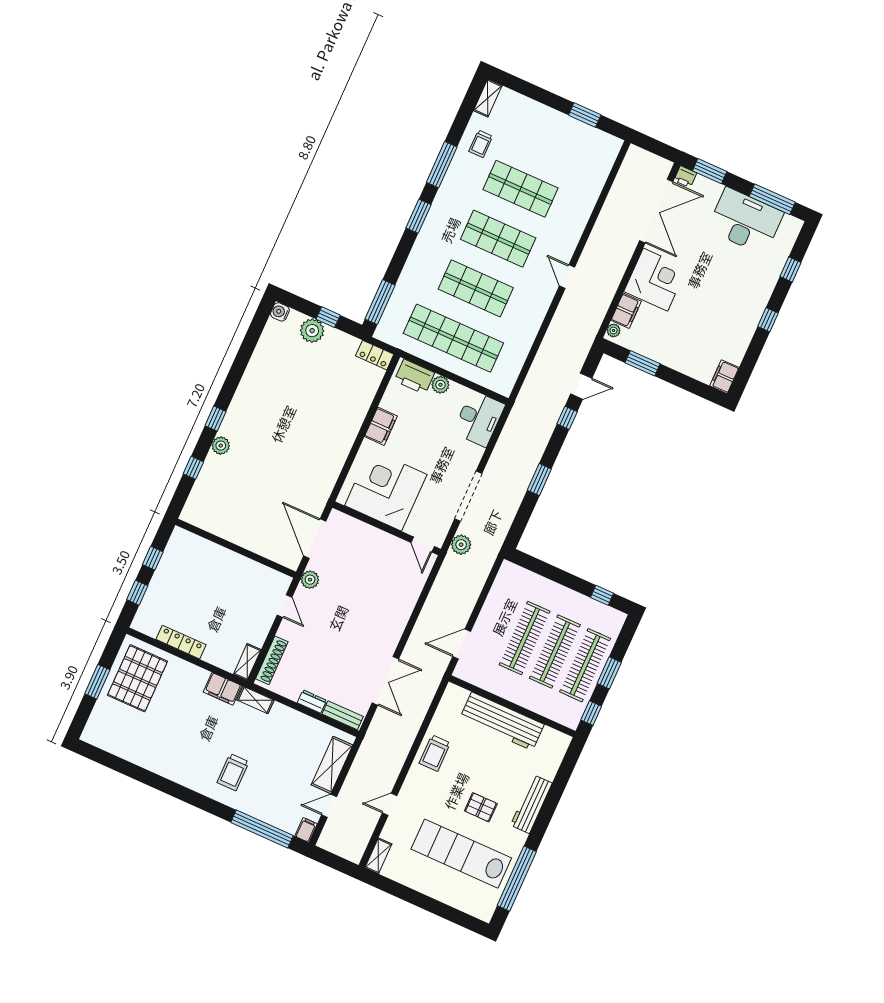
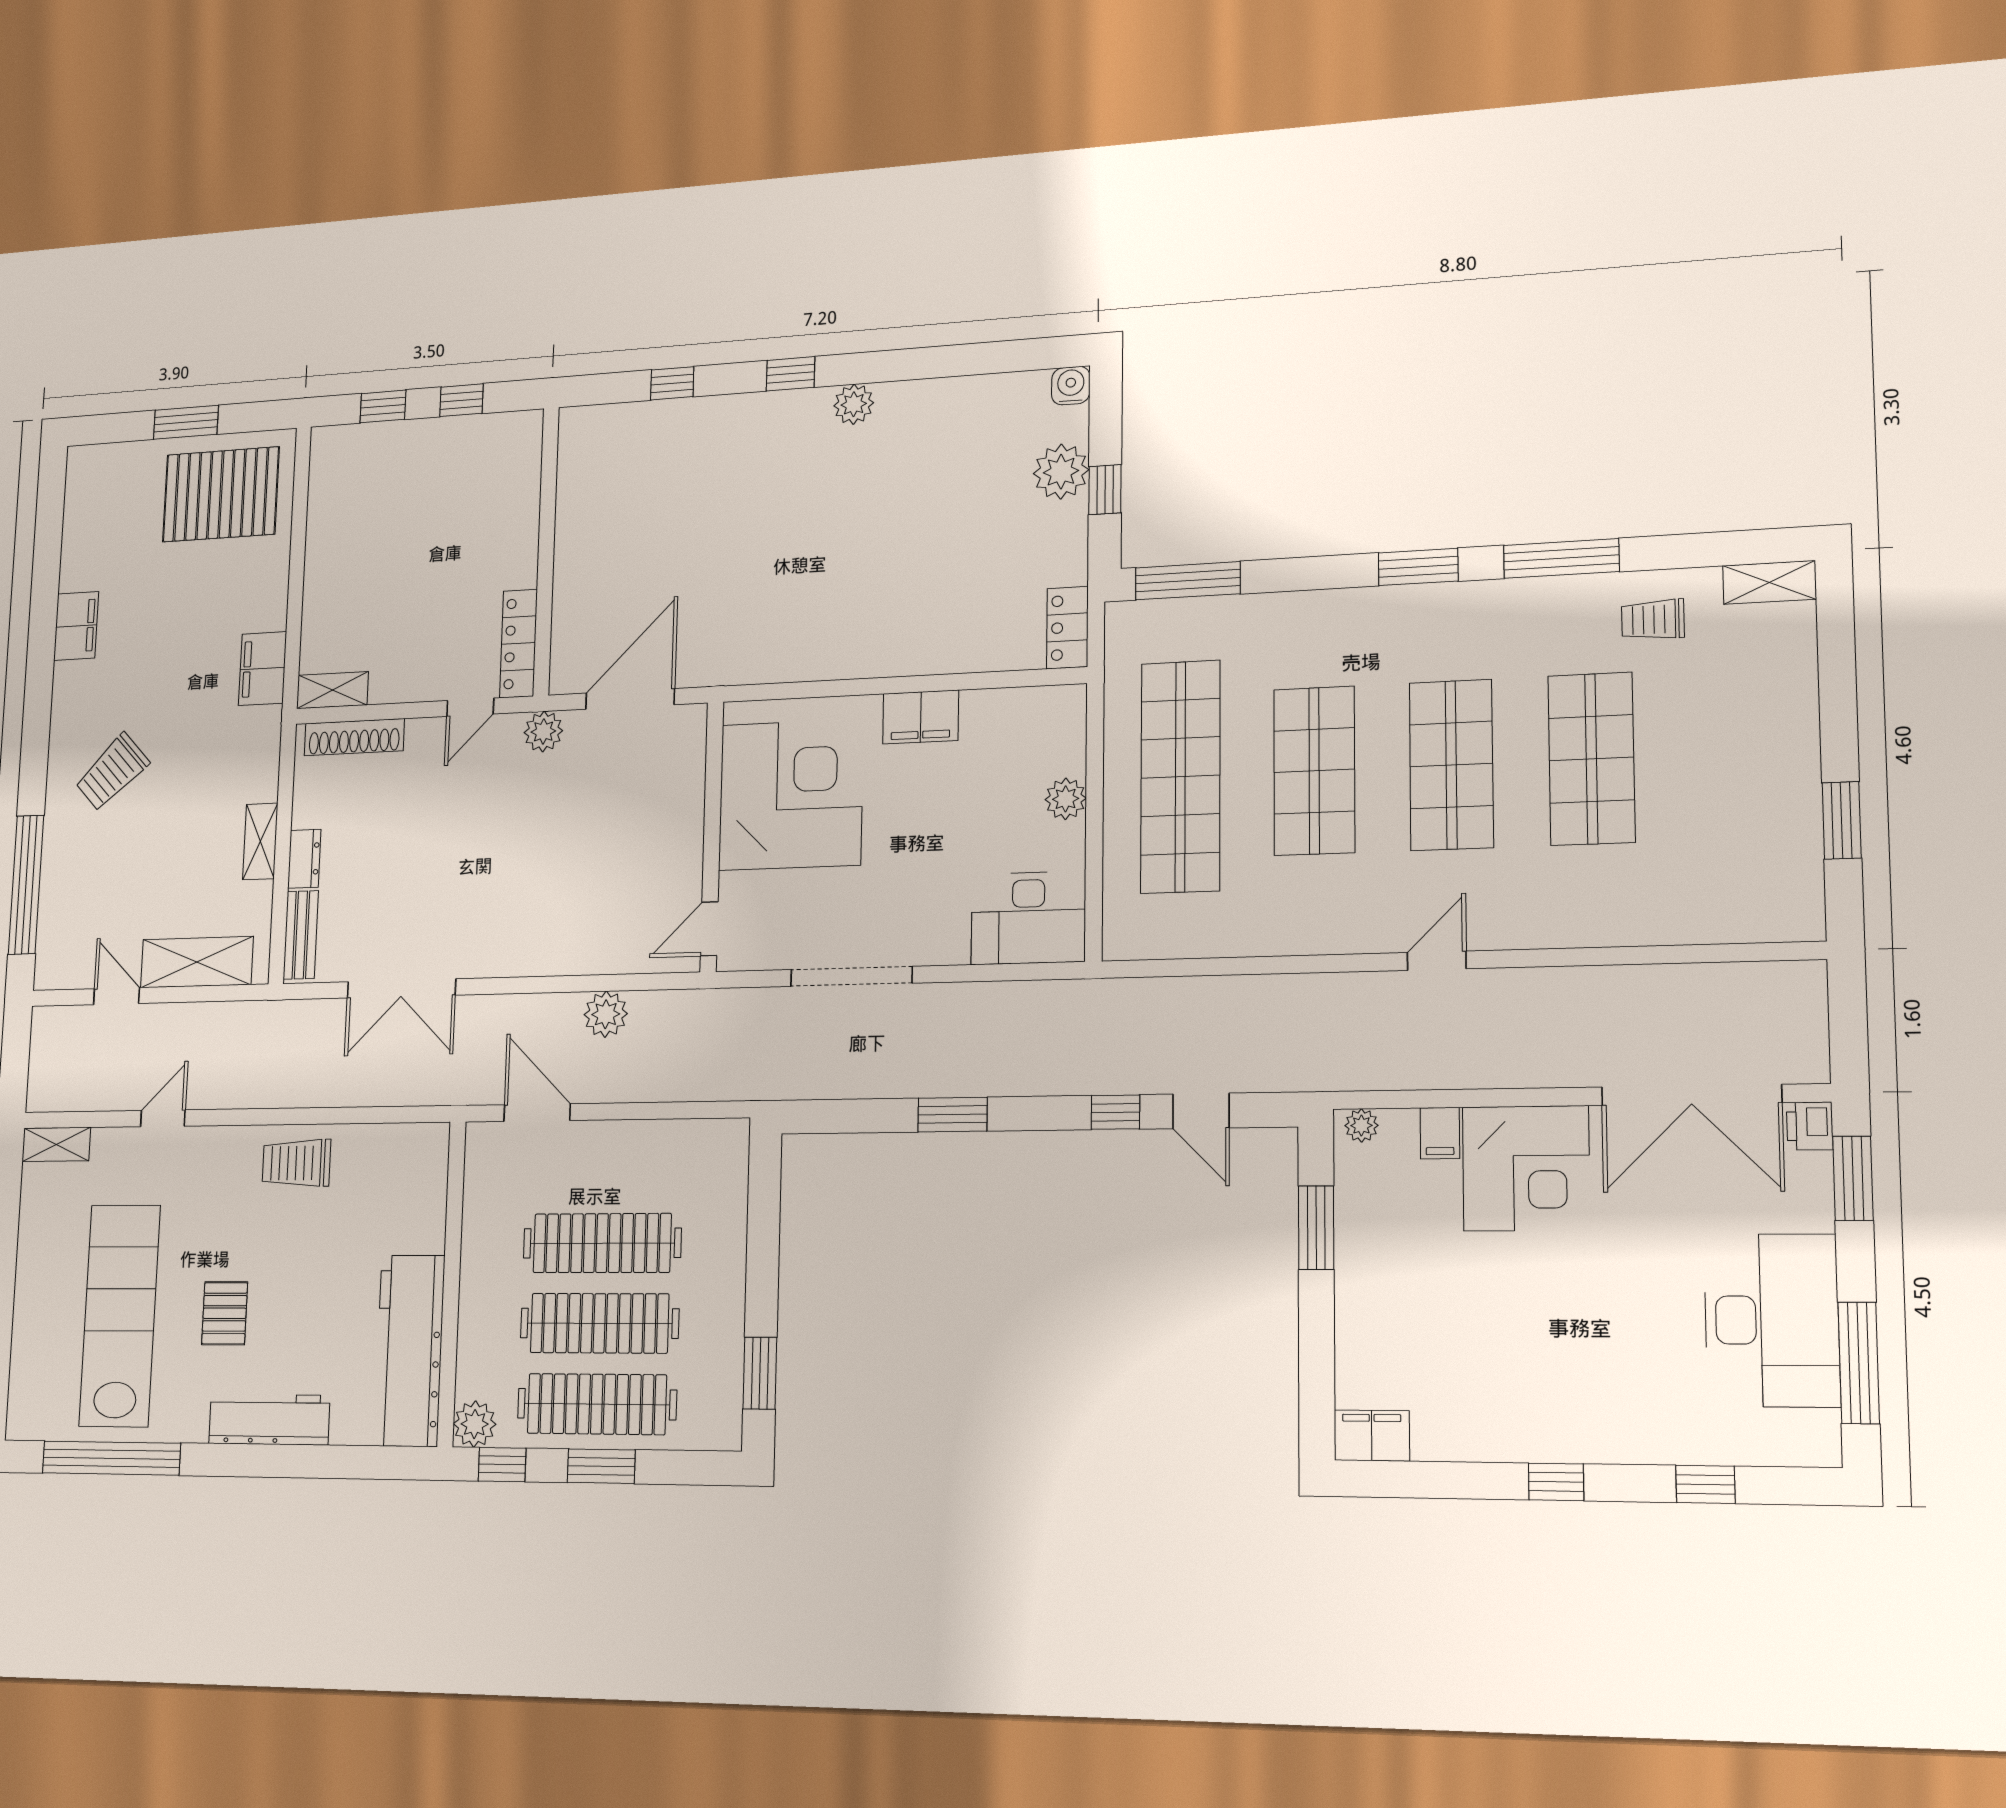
filing cabinet: (626, 311) -> (1440, 1133), width x0.50
printer: (414, 377) -> (1058, 735), removed
plant: (221, 446) -> (854, 404), moved
plant: (461, 545) -> (606, 1014), moved
window: (602, 595) -> (760, 1373), width x1.50
locker: (181, 642) -> (518, 644), moved, turned 180
shelving: (255, 700) -> (260, 841), moved
plant: (571, 718) -> (475, 1424), added
workbench: (502, 721) -> (409, 1350), moved
trolley: (233, 772) -> (112, 772), turned -43
door: (390, 804) -> (163, 1118), hinge flipped
filing cabinet: (306, 830) -> (76, 626), moved, width x2.00

